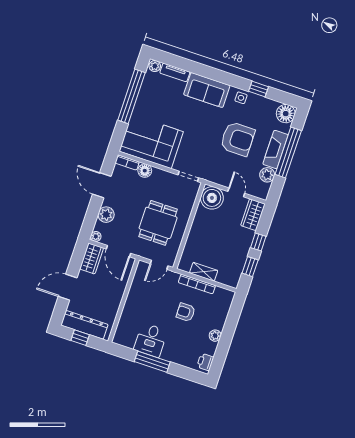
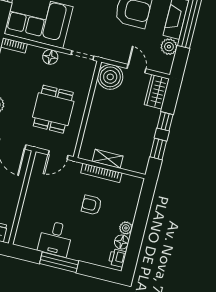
floor lamp: (145, 171) -> (50, 57), moved
floor lamp: (210, 348) -> (122, 242), added

